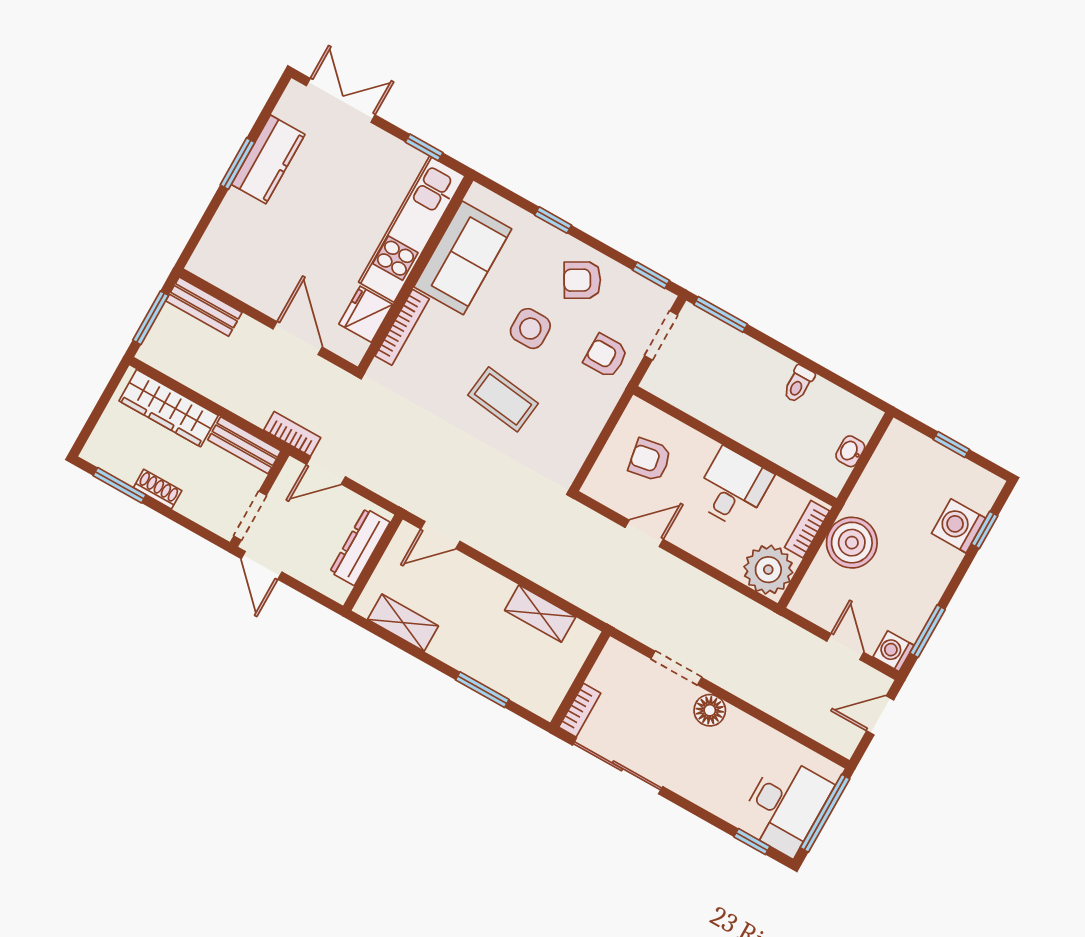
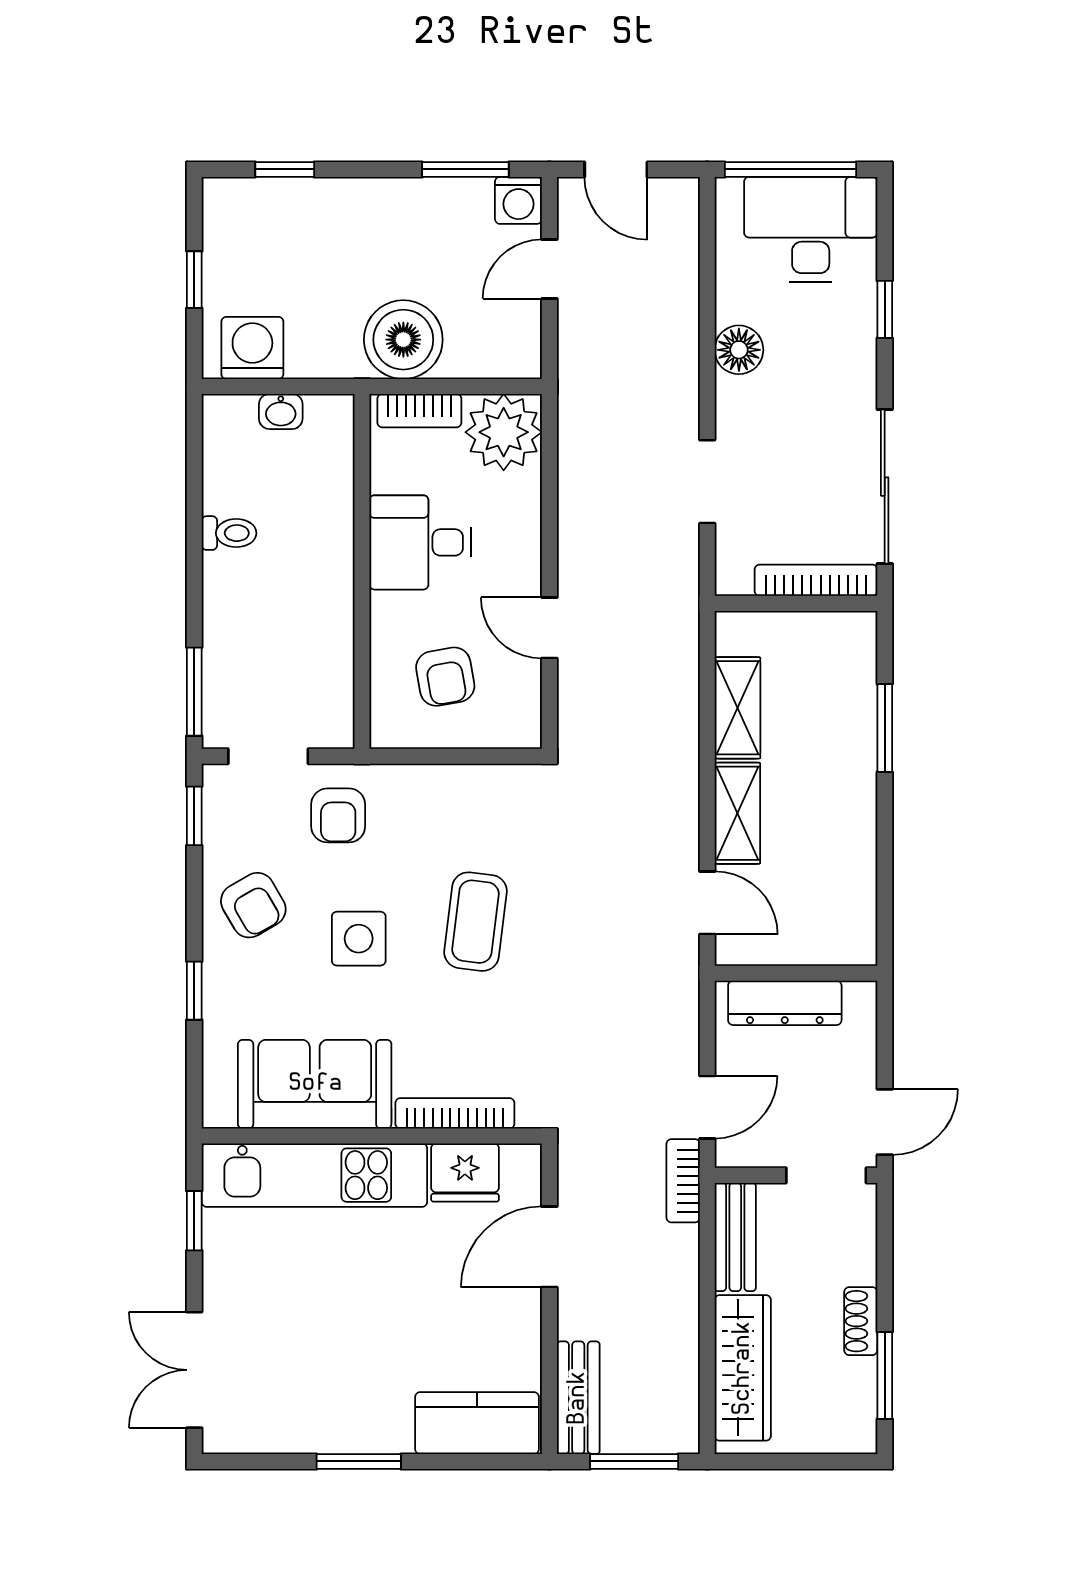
kitchen counter: (268, 159) -> (477, 1423), moved
door: (326, 471) -> (707, 1107), hinge flipped
washing machine: (959, 526) -> (252, 348), moved, turned 180
shelving: (403, 623) -> (737, 813), moved
bookcase: (580, 710) -> (816, 580), width x1.56
floor lamp: (710, 710) -> (739, 350), moved
window: (752, 842) -> (885, 309), moved

